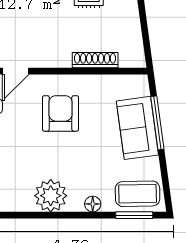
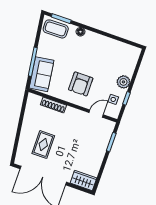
sofa: (137, 128) -> (42, 74), moved
plant: (51, 196) -> (101, 44), removed

